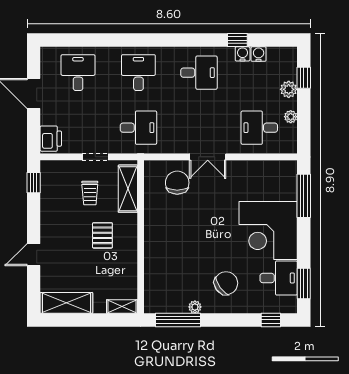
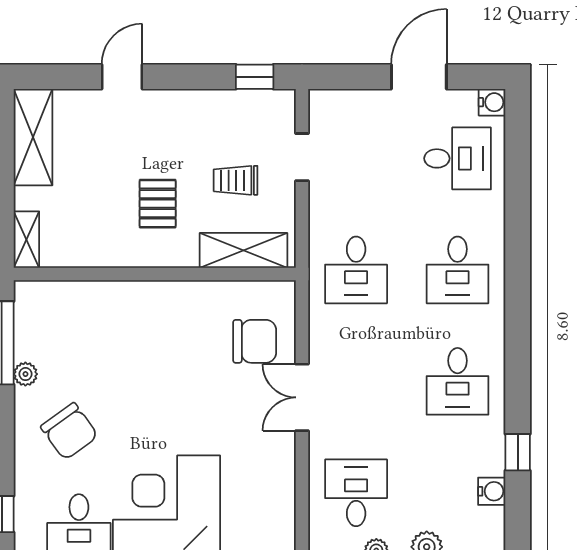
water cooler: (243, 54) -> (492, 102), moved
desk: (138, 73) -> (458, 270), turned 90
printer: (51, 139) -> (336, 108), removed
doorway: (95, 157) -> (302, 157), moved
pallet: (102, 235) -> (158, 204), turned 90
door: (34, 255) -> (122, 77), hinge flipped

